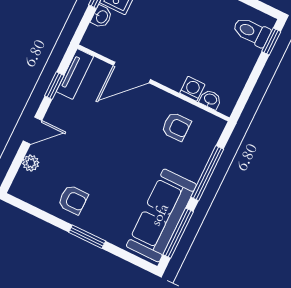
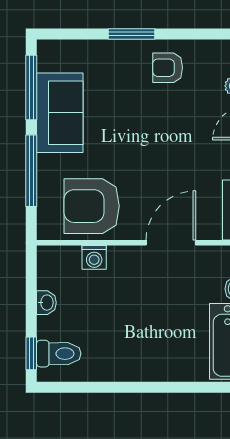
washbasin: (210, 99) -> (46, 303), moved, turned -90
armchair: (176, 127) -> (92, 206), width x1.88, depth x1.88
sofa: (161, 215) -> (60, 113), width x0.73

